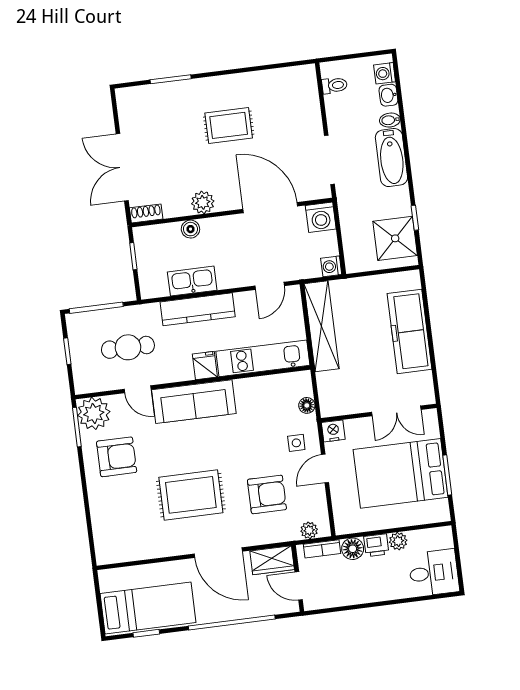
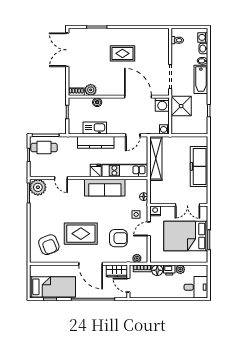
double door: (122, 167) -> (67, 50), moved
plant: (203, 202) -> (91, 90), moved
shower: (395, 238) -> (181, 106), moved
cafe table: (128, 347) -> (44, 148), moved
sofa: (194, 402) -> (105, 188), moved
armchair: (117, 457) -> (49, 245), moved, turned 69

